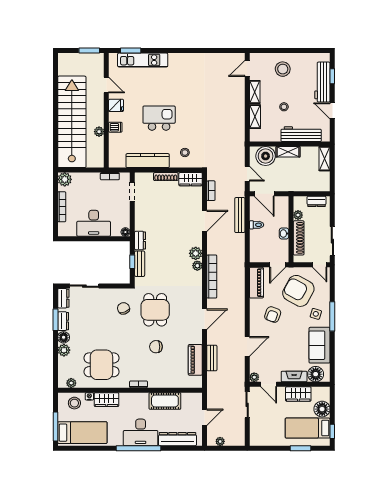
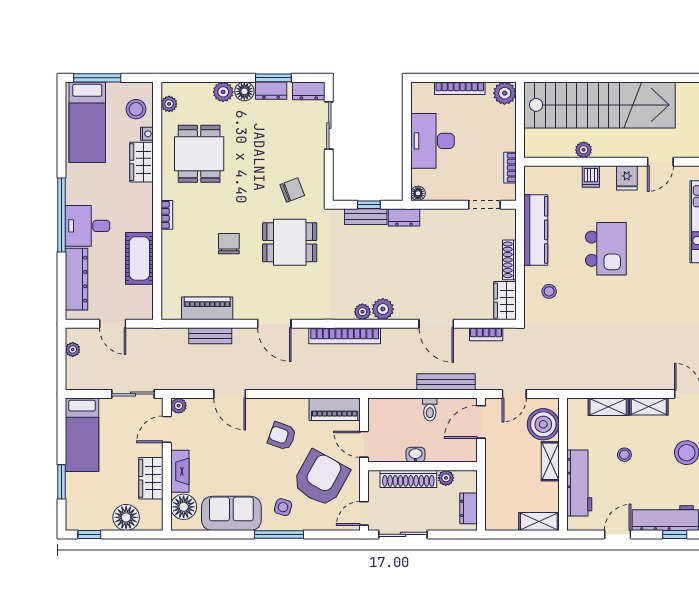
bed: (308, 428) -> (82, 435), moved, turned 180
desk: (141, 432) -> (88, 226), width x0.73

